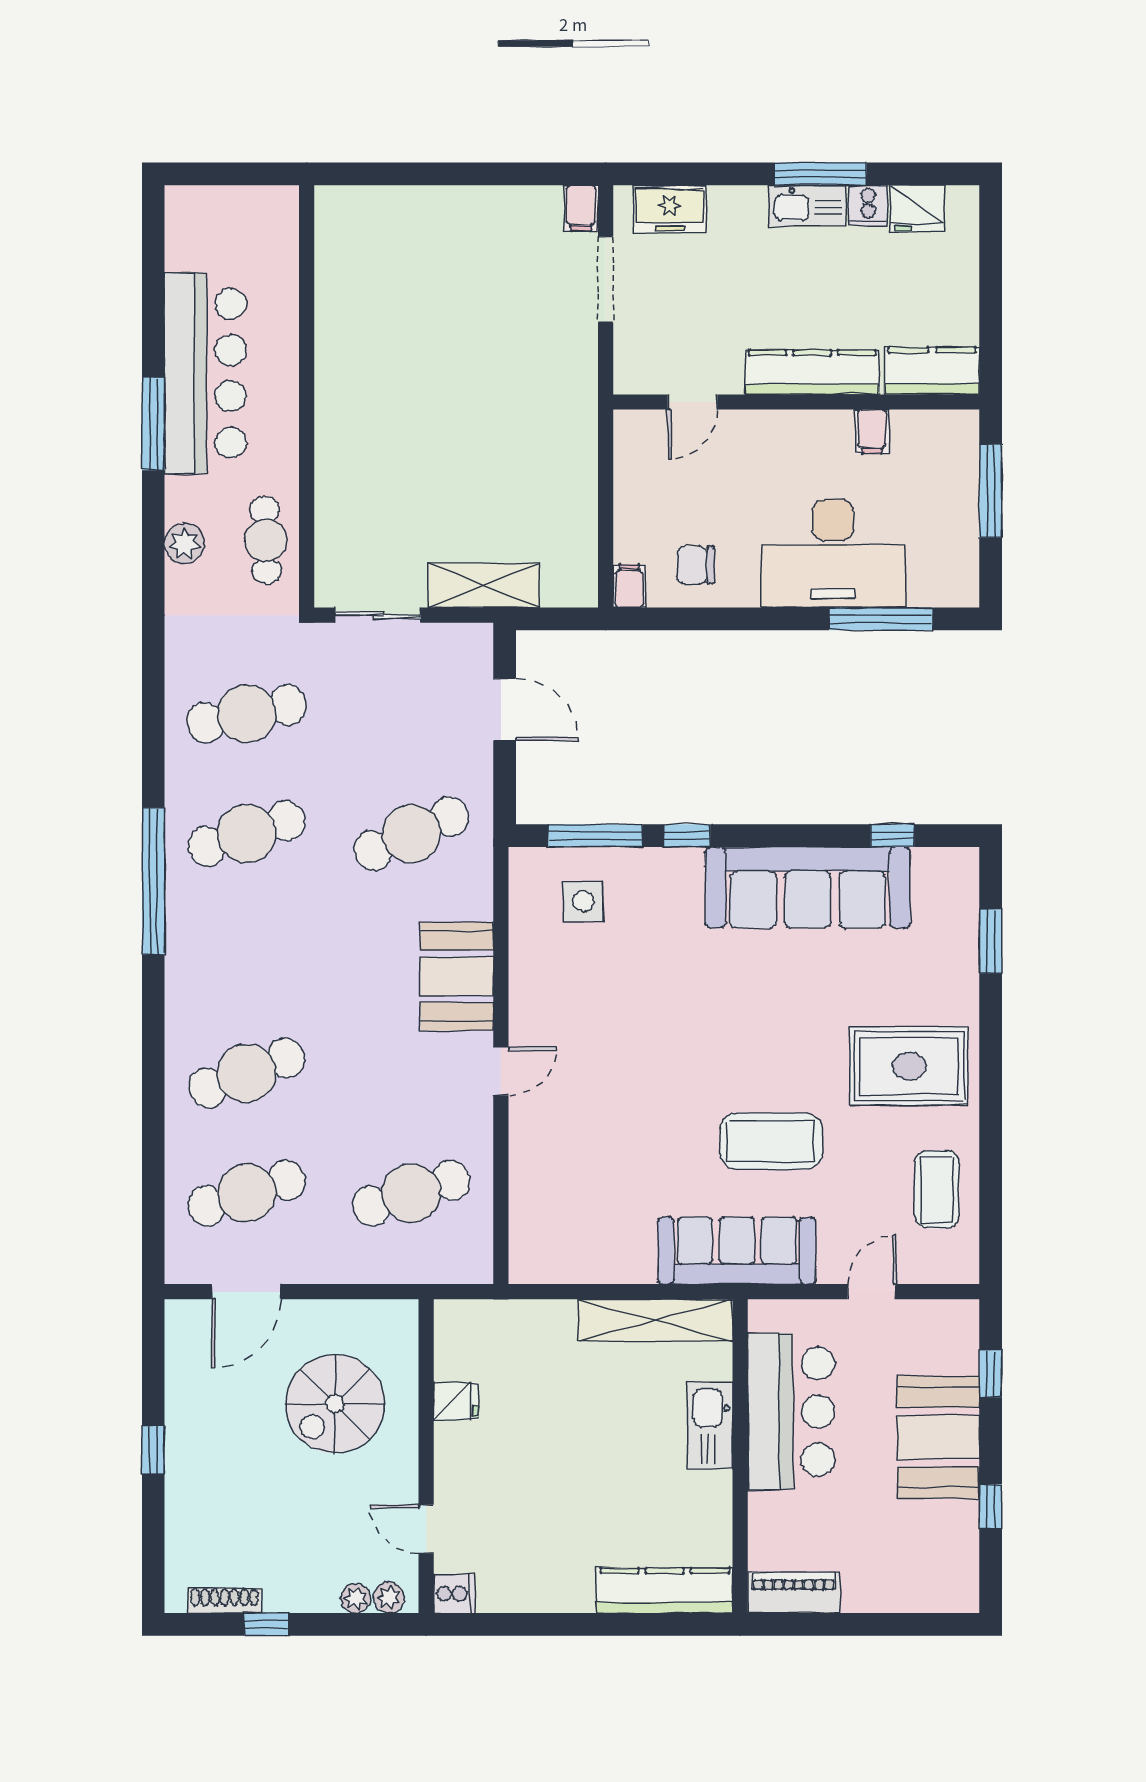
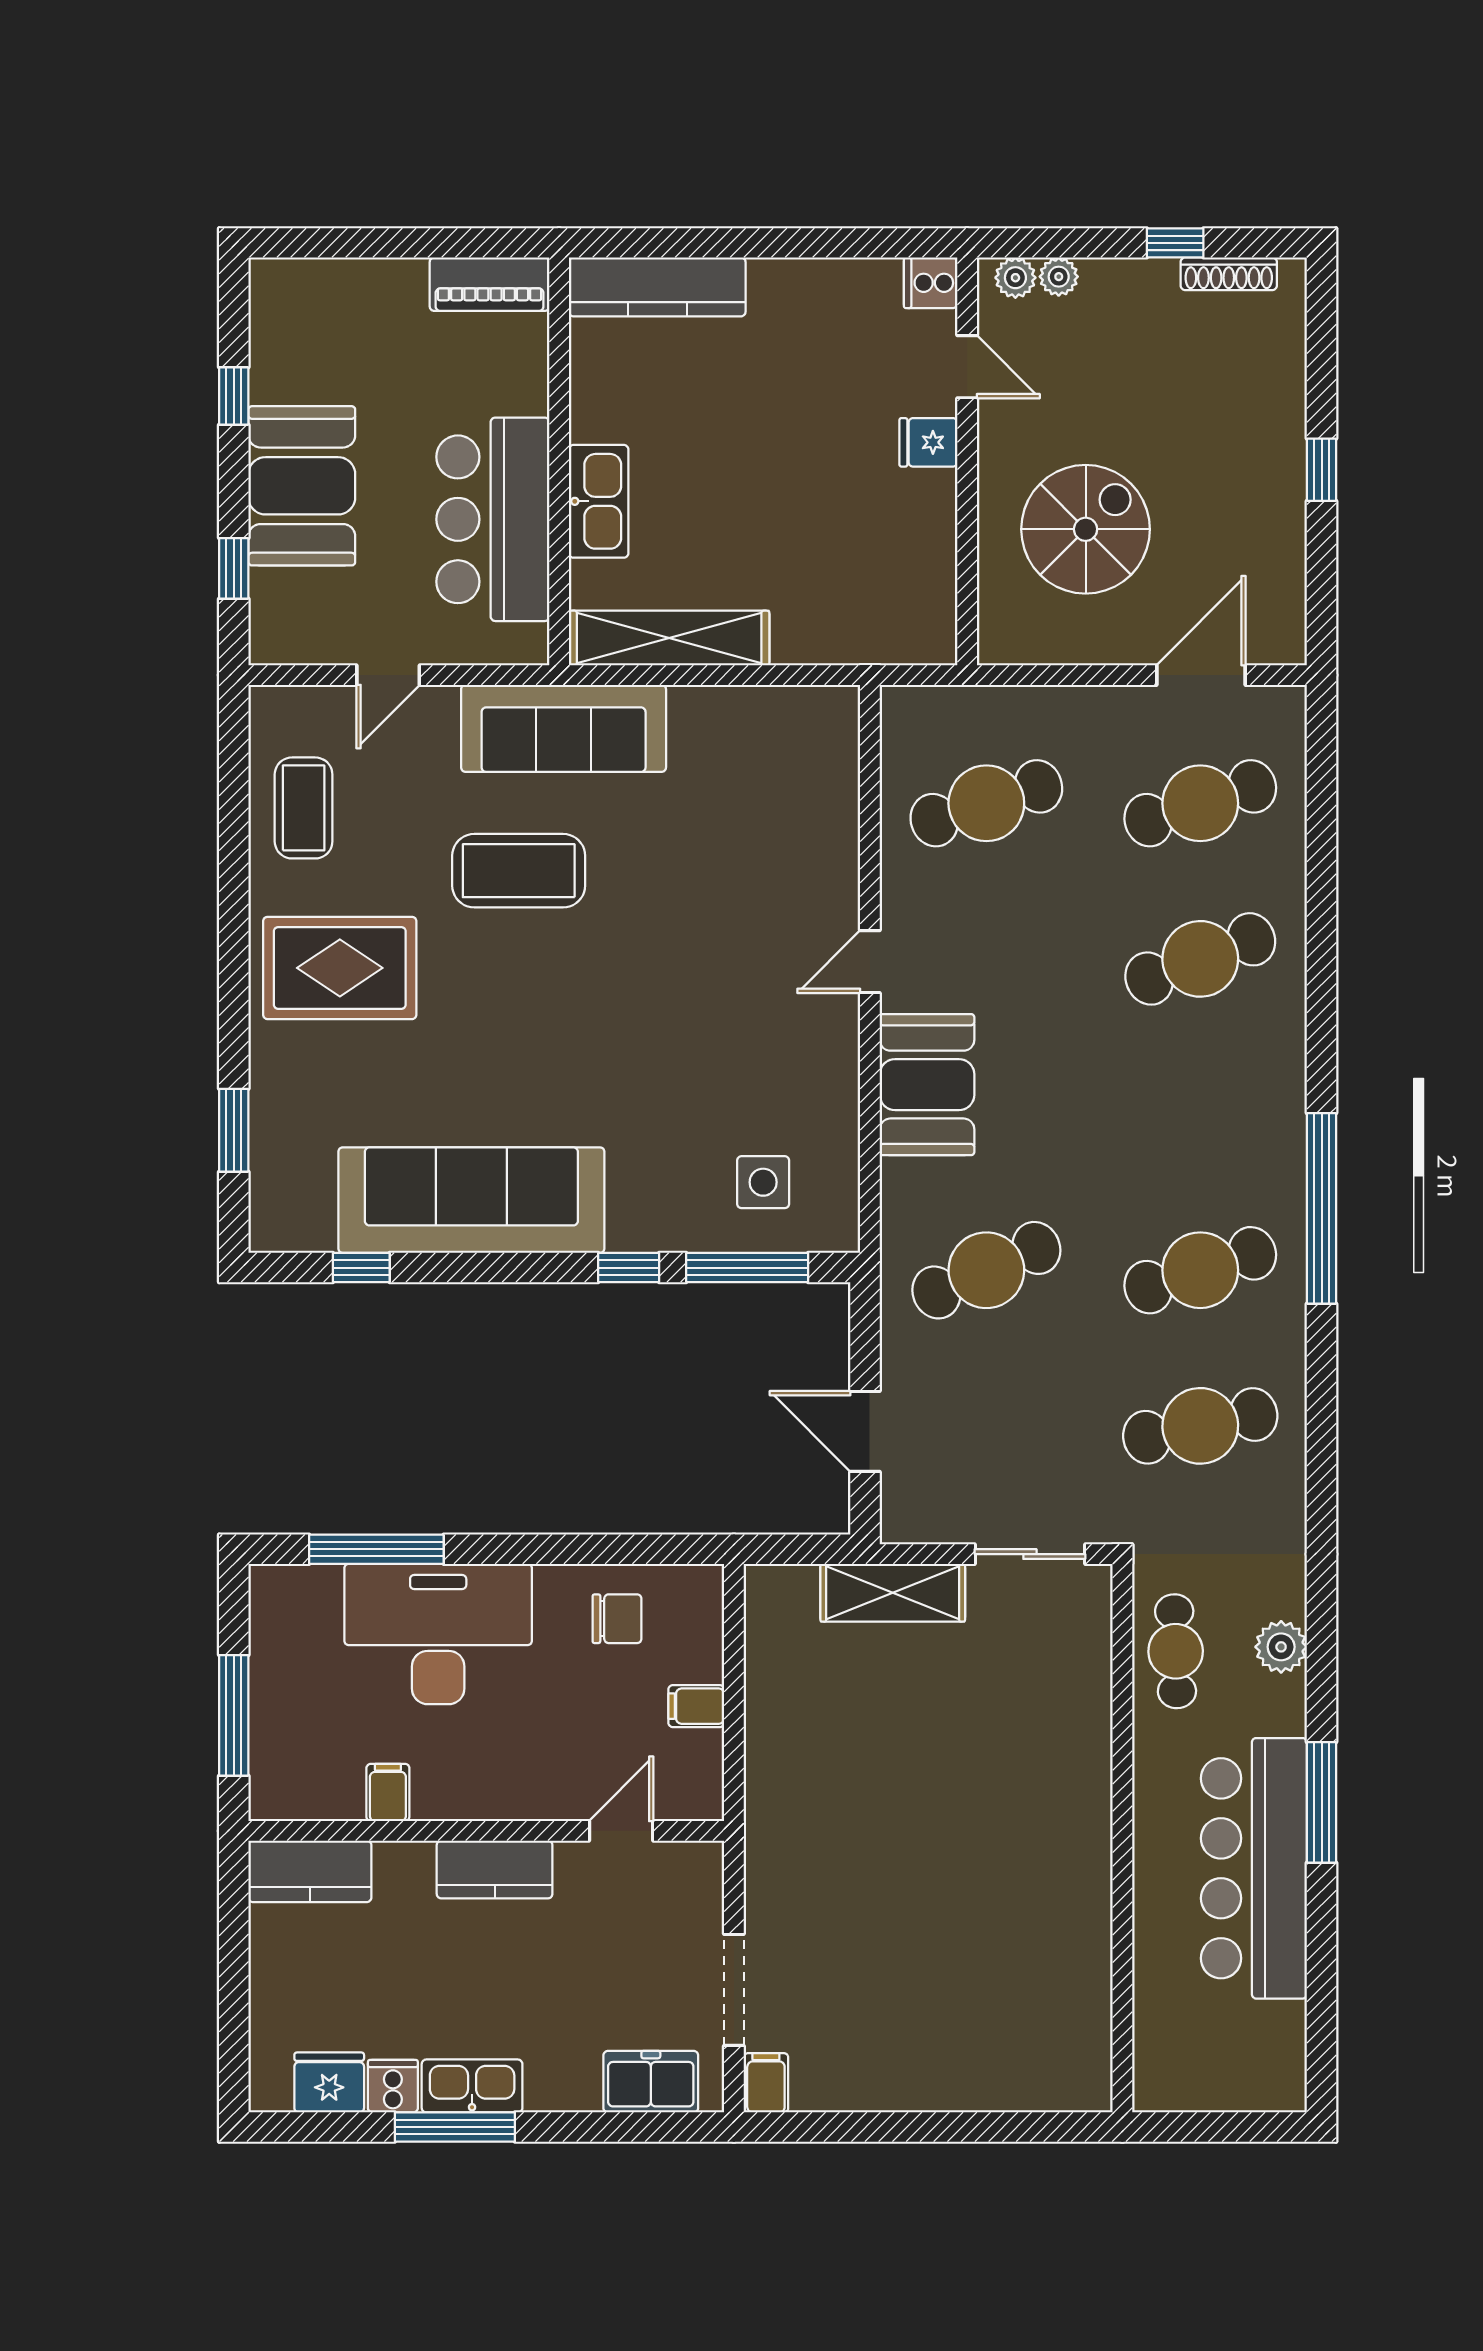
kitchen counter: (812, 372) -> (495, 1869), width x0.67
filing cabinet: (629, 586) -> (696, 1706), moved, turned 90
fridge: (456, 1401) -> (928, 442), moved

